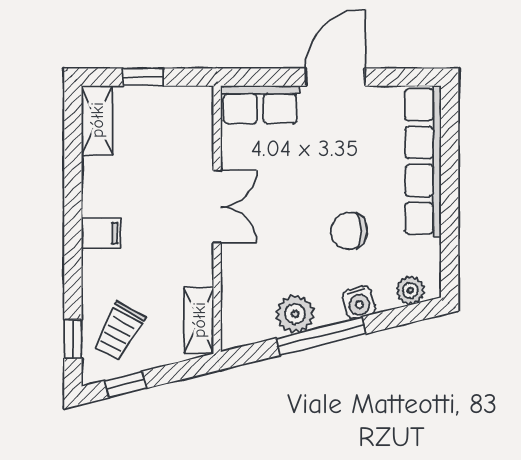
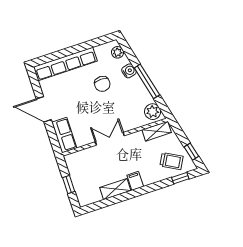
shelving: (97, 120) -> (115, 189), moved
plant: (295, 314) -> (153, 112), moved

